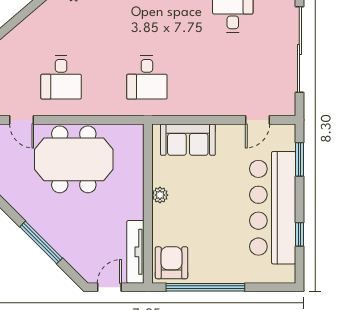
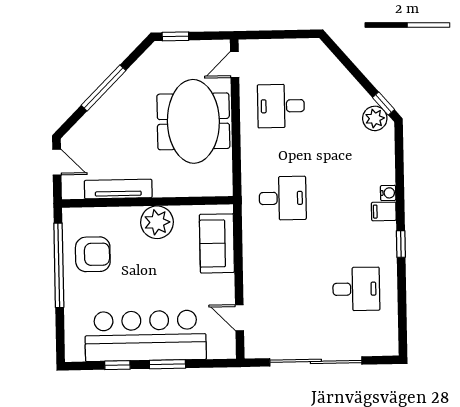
desk: (147, 78) -> (283, 198), turned 180
window: (299, 159) -> (167, 364), moved
plant: (160, 195) -> (157, 222), width x1.88, depth x1.88
tv unit: (135, 252) -> (118, 189), moved
armchair: (171, 263) -> (93, 254), moved

